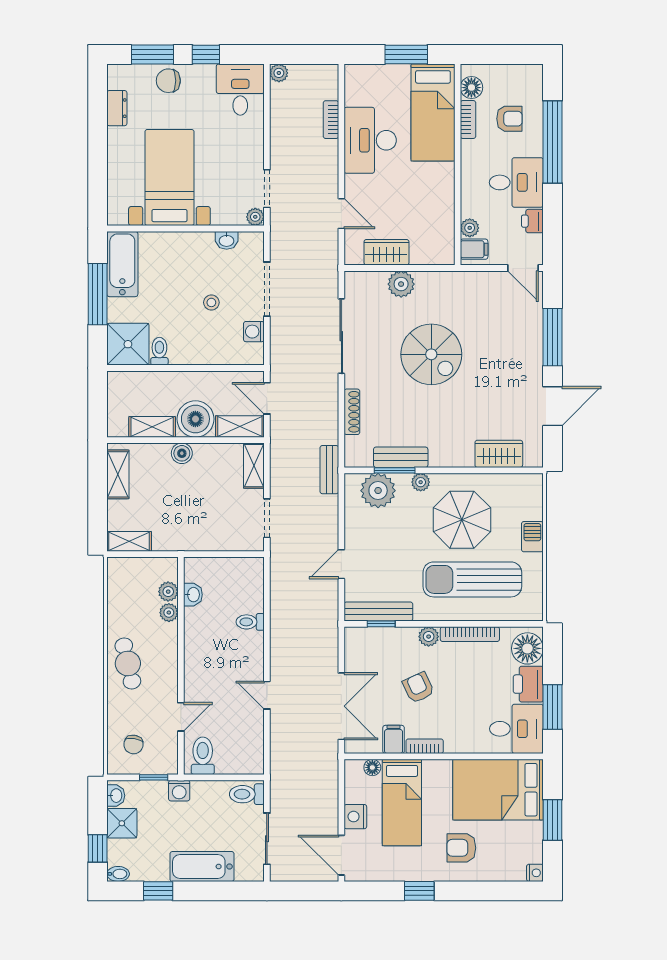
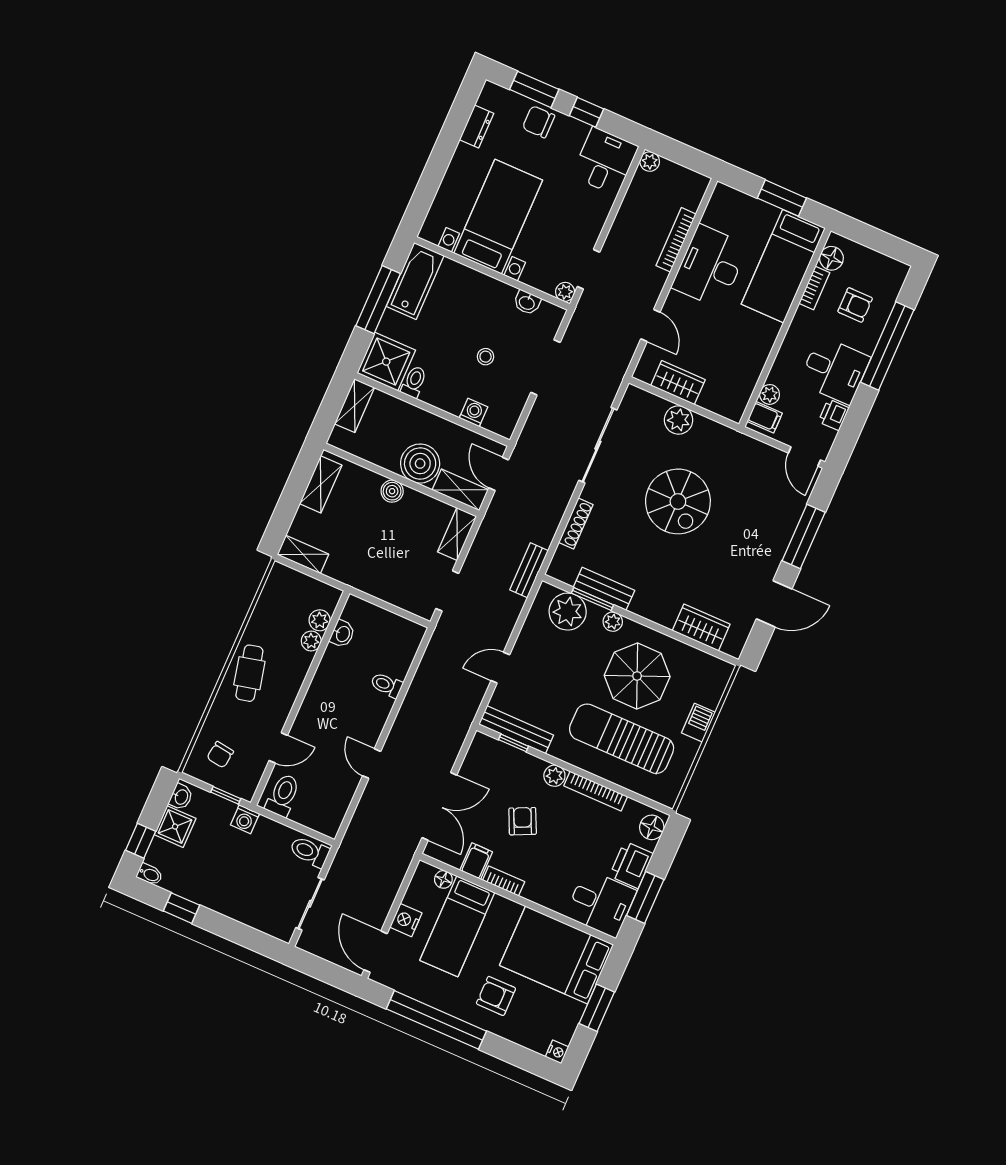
bookcase: (331, 120) -> (676, 240), width x1.56
washing machine: (254, 332) -> (473, 412), moved, turned 90
shelving: (152, 427) -> (355, 406), moved, turned 90
floor lamp: (527, 648) -> (652, 827), width x0.73, depth x0.73
bathtub: (202, 866) -> (235, 903), removed
window: (419, 891) -> (436, 1020), width x3.17

